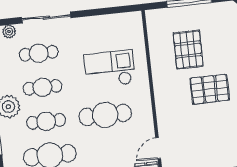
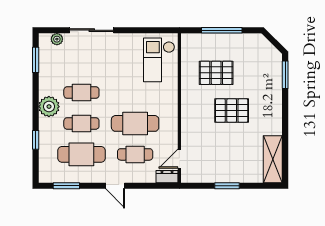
pallet: (188, 50) -> (216, 73), turned 90
cafe table: (39, 53) -> (135, 154), moved
checkout: (110, 69) -> (159, 60), moved, turned -90

